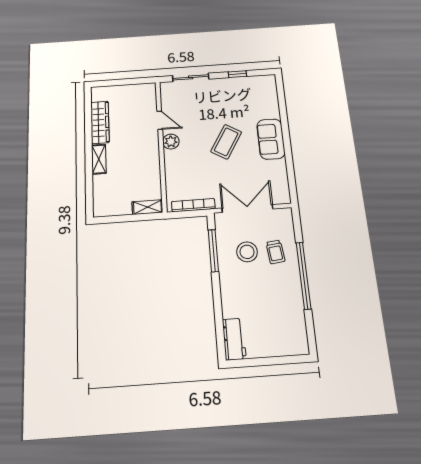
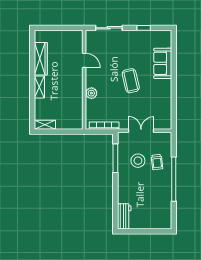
sofa: (271, 139) -> (163, 63), moved
plant: (171, 142) -> (91, 93), moved
coffee table: (226, 142) -> (131, 81), turned -44
shelving: (147, 207) -> (45, 125), moved
double door: (247, 209) -> (141, 131), width x0.73

